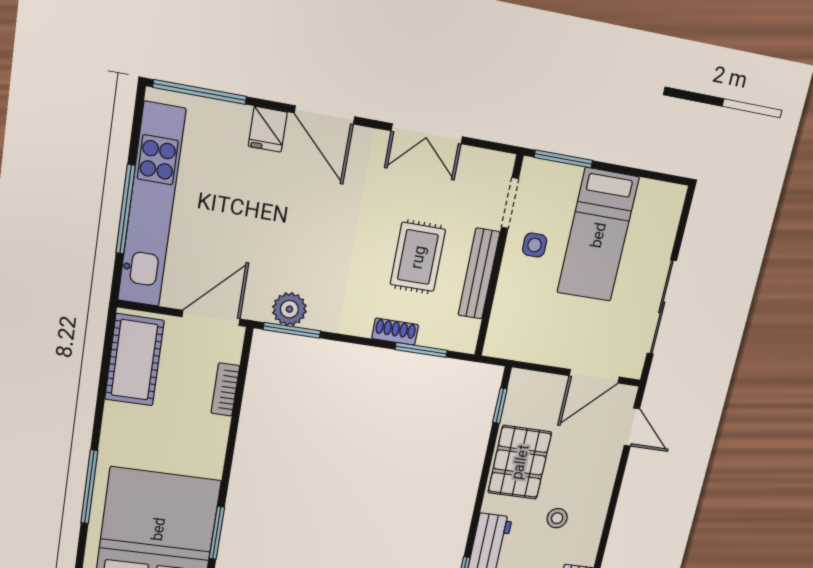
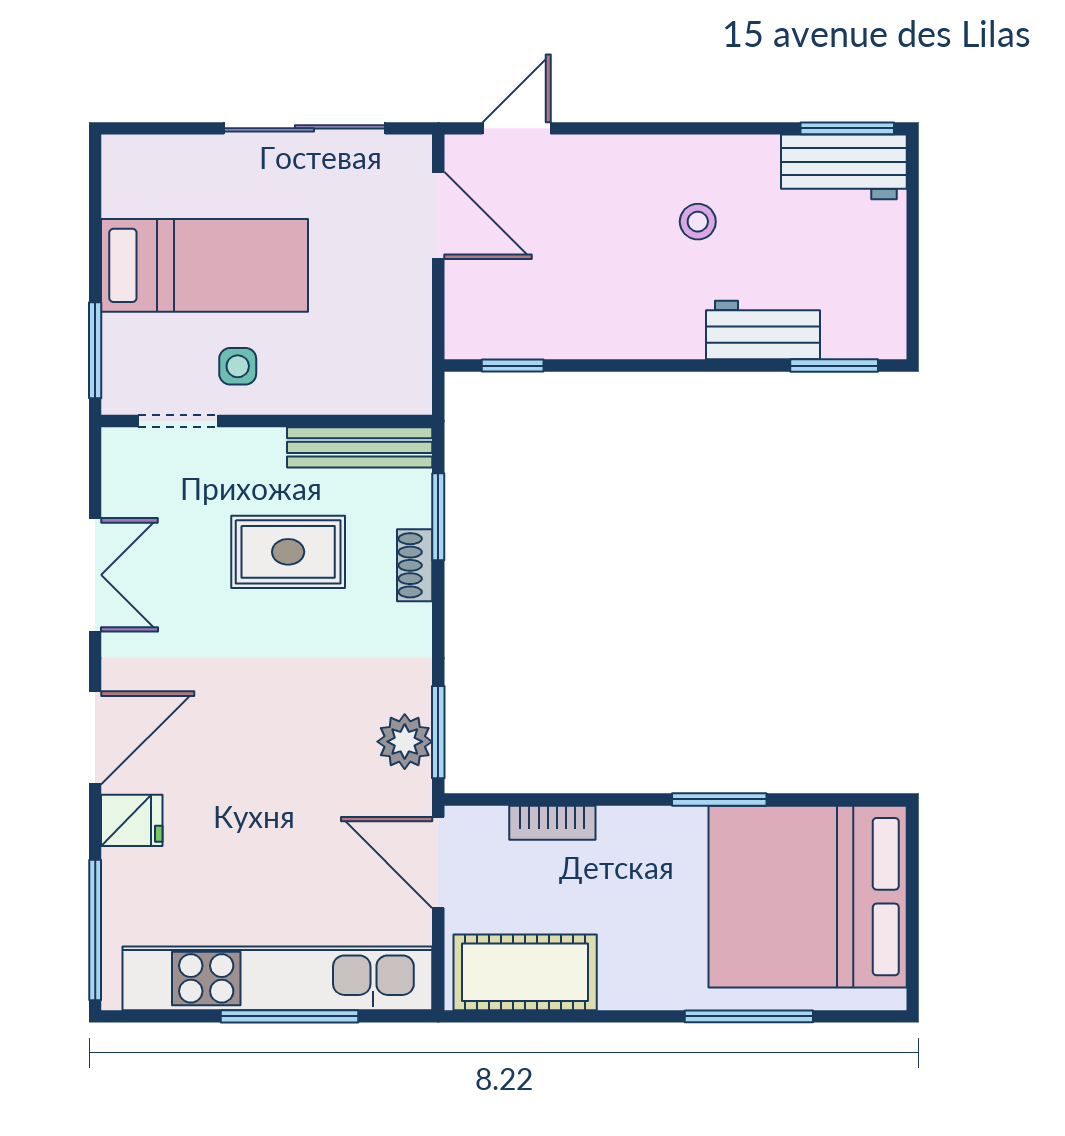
bench: (479, 274) -> (360, 447), moved
pallet: (520, 462) -> (607, 310), removed
window: (217, 533) -> (719, 799), moved

